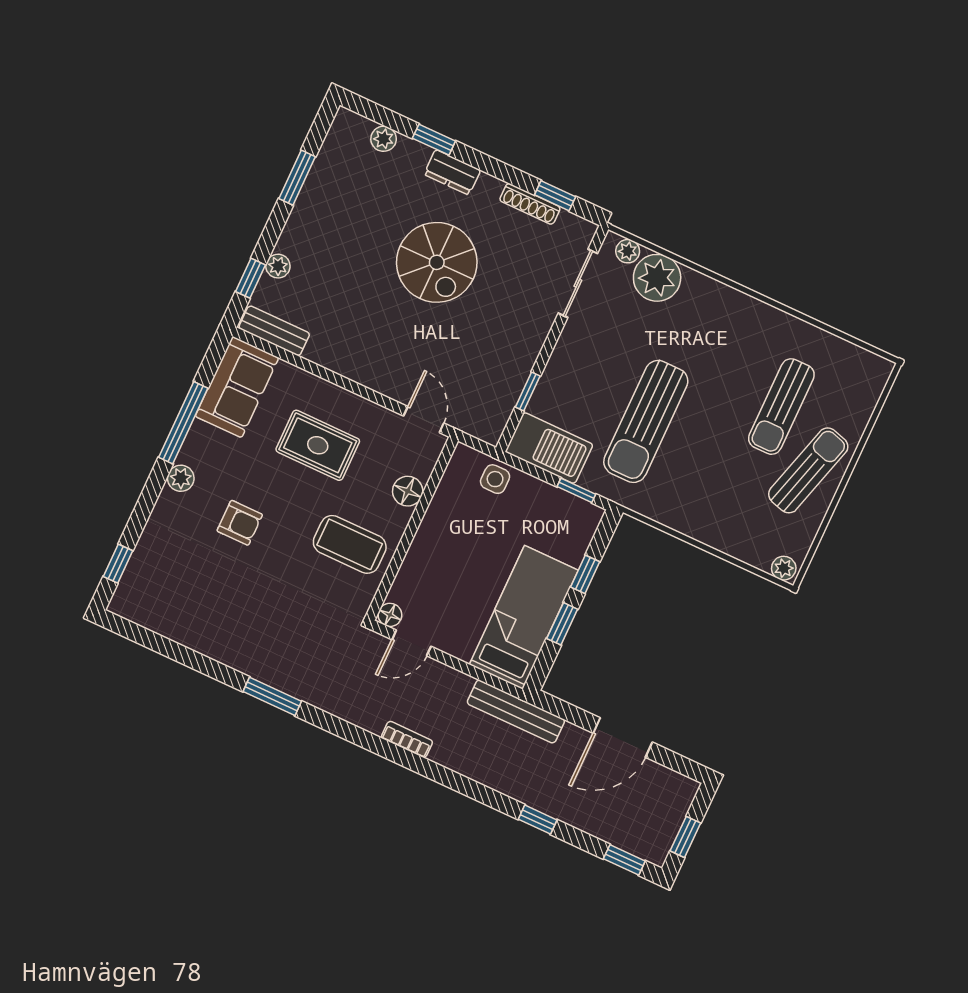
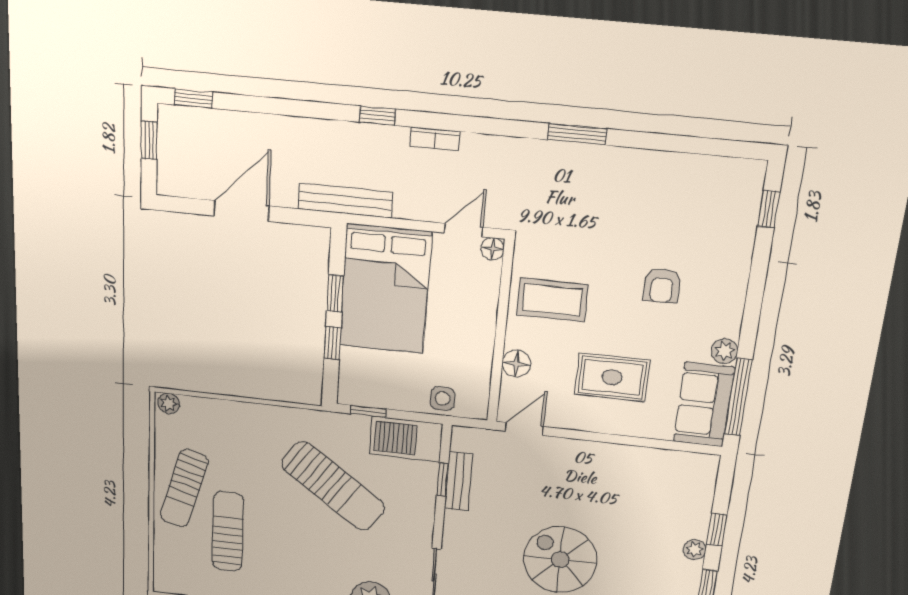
plant: (278, 266) -> (695, 550), moved
window: (250, 278) -> (717, 530), moved
bench: (274, 331) -> (459, 481), moved, turned 90
door: (424, 420) -> (524, 429), swing flipped
sun lounger: (646, 421) -> (333, 486), turned 125
window: (183, 423) -> (738, 397), moved
plant: (181, 478) -> (725, 351), moved
armchair: (240, 523) -> (662, 286), turned -90
bed: (524, 617) -> (385, 289), width x1.50
window: (538, 820) -> (378, 116), moved

